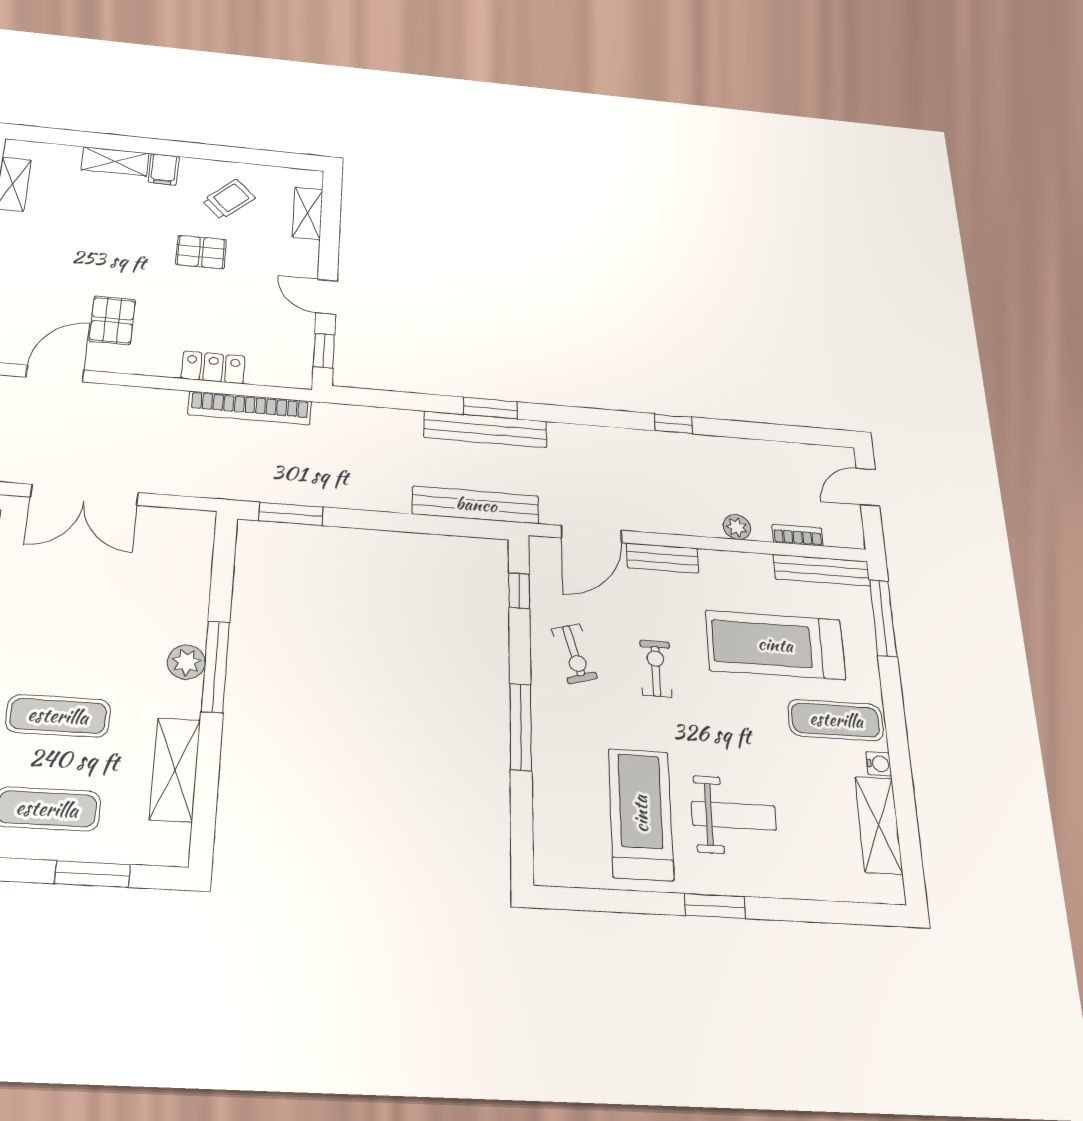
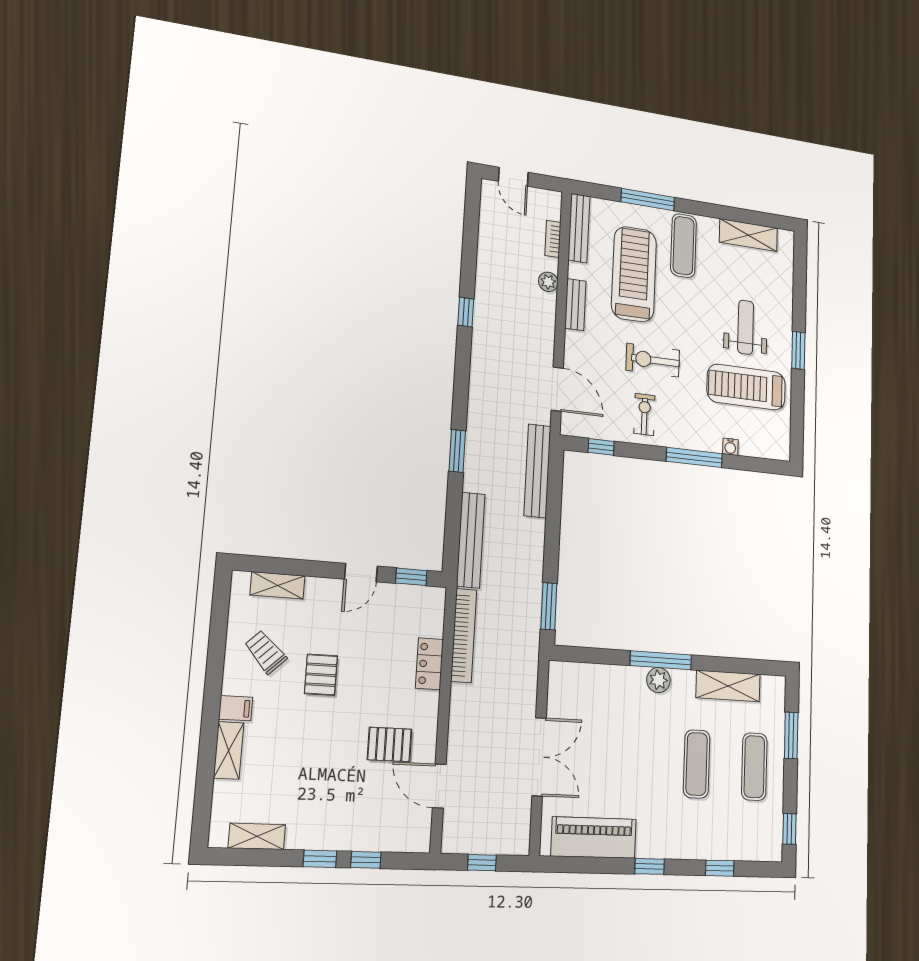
bench: (485, 429) -> (471, 540), moved
bench: (662, 558) -> (575, 305), moved
window: (883, 618) -> (648, 200), moved
treadmill: (775, 645) -> (634, 274), turned 180
exercise bike: (574, 654) -> (644, 414), turned -74
exercise bike: (656, 668) -> (653, 360), width x1.38, depth x1.39
water cooler: (879, 764) -> (730, 447), moved, turned 180

